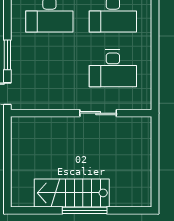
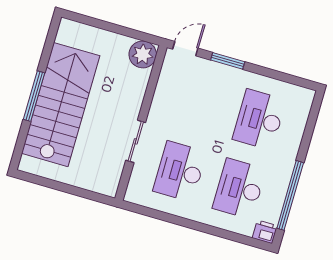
plant: (23, 128) -> (143, 54), added
stairs: (72, 193) -> (61, 105), width x1.36, depth x1.51

